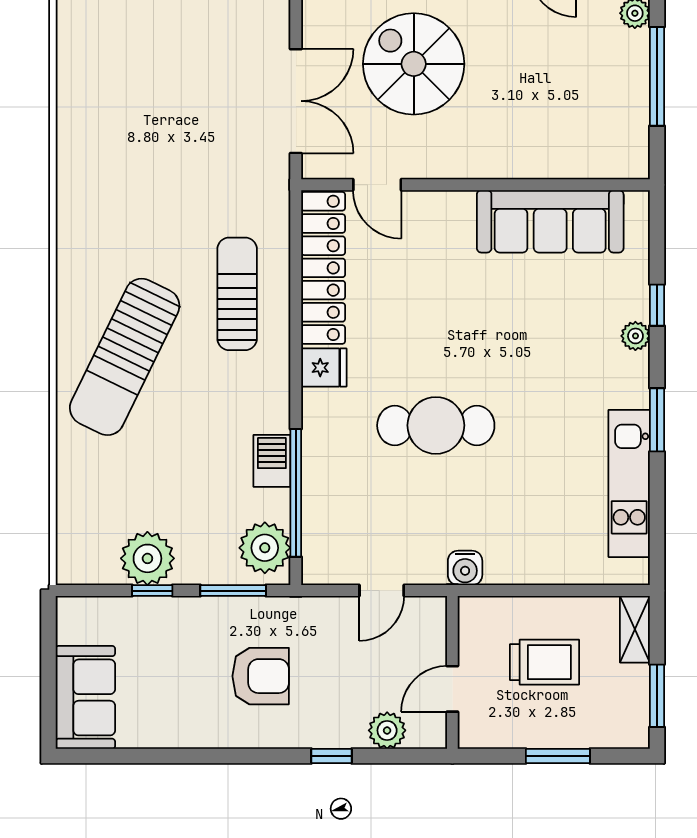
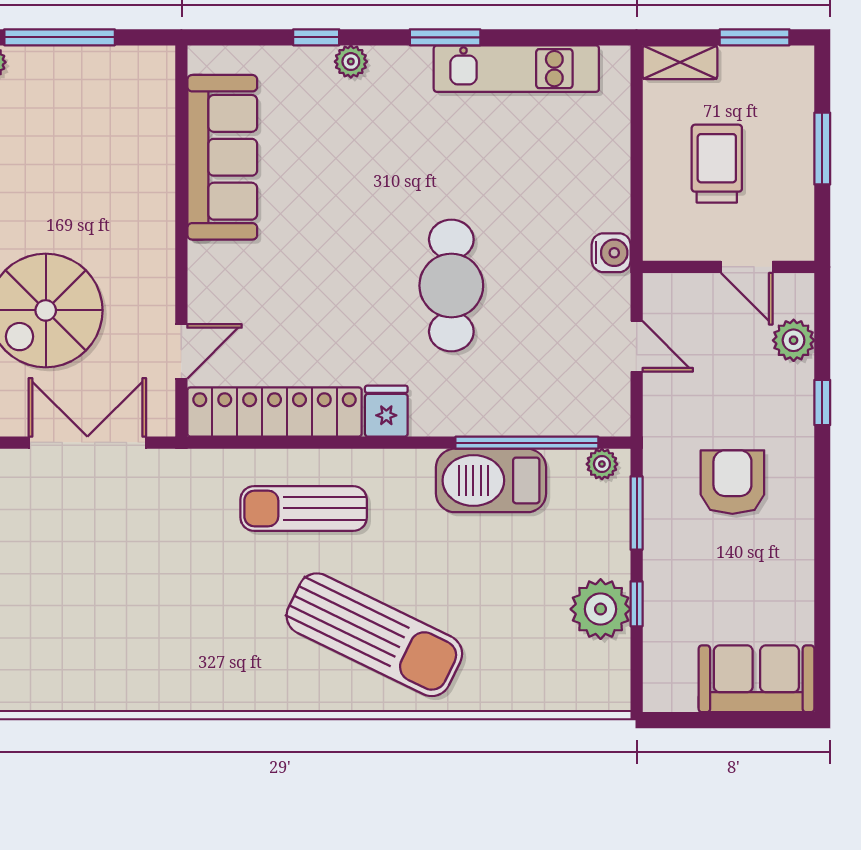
barbecue: (272, 461) -> (491, 480), width x1.88, depth x1.53
plant: (265, 548) -> (602, 464), width x0.53, depth x0.53

